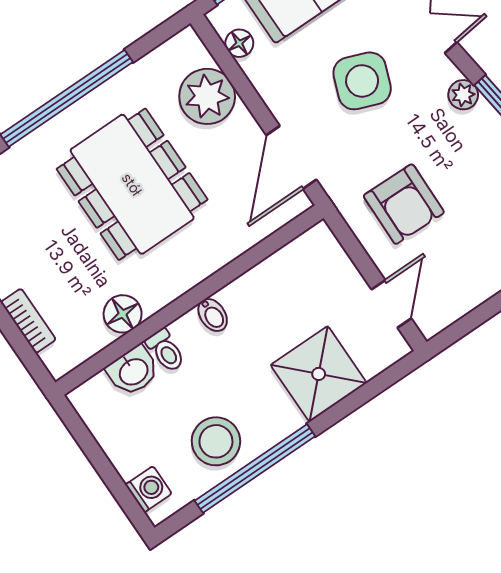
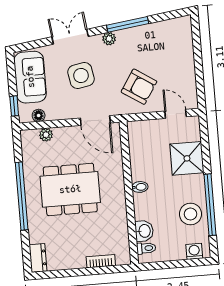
side table: (362, 81) -> (81, 76), turned -31
plant: (207, 96) -> (46, 135), width x0.53, depth x0.53
armchair: (404, 204) -> (139, 87), turned 32
floor lamp: (123, 314) -> (119, 222), removed
toilet: (165, 350) -> (146, 248), moved

